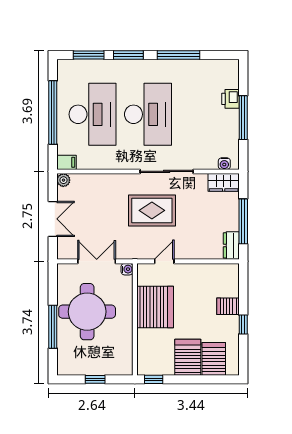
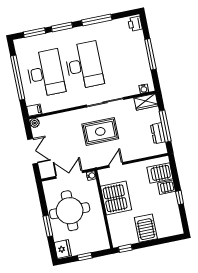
printer: (230, 99) -> (135, 24), moved
dresser: (231, 245) -> (158, 133), moved
window: (53, 327) -> (48, 226), width x0.69
server rack: (214, 359) -> (160, 173), moved, turned -90
fridge: (67, 363) -> (63, 249), added

